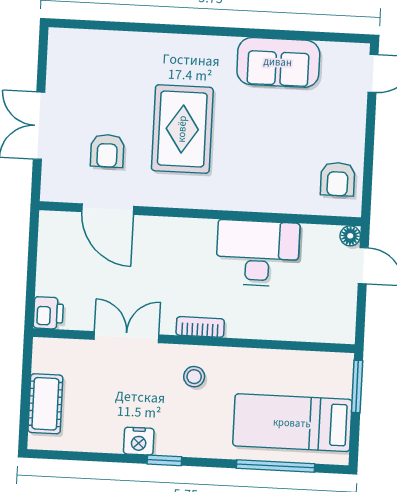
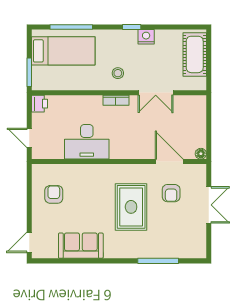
window: (137, 27) -> (158, 261), added
armchair: (107, 151) -> (171, 193), turned 180
armchair: (338, 179) -> (54, 194), moved
floor lamp: (350, 236) -> (201, 154), moved
printer: (48, 313) -> (39, 104), moved, turned 180
cot: (45, 404) -> (195, 54), width x1.37, depth x1.34

